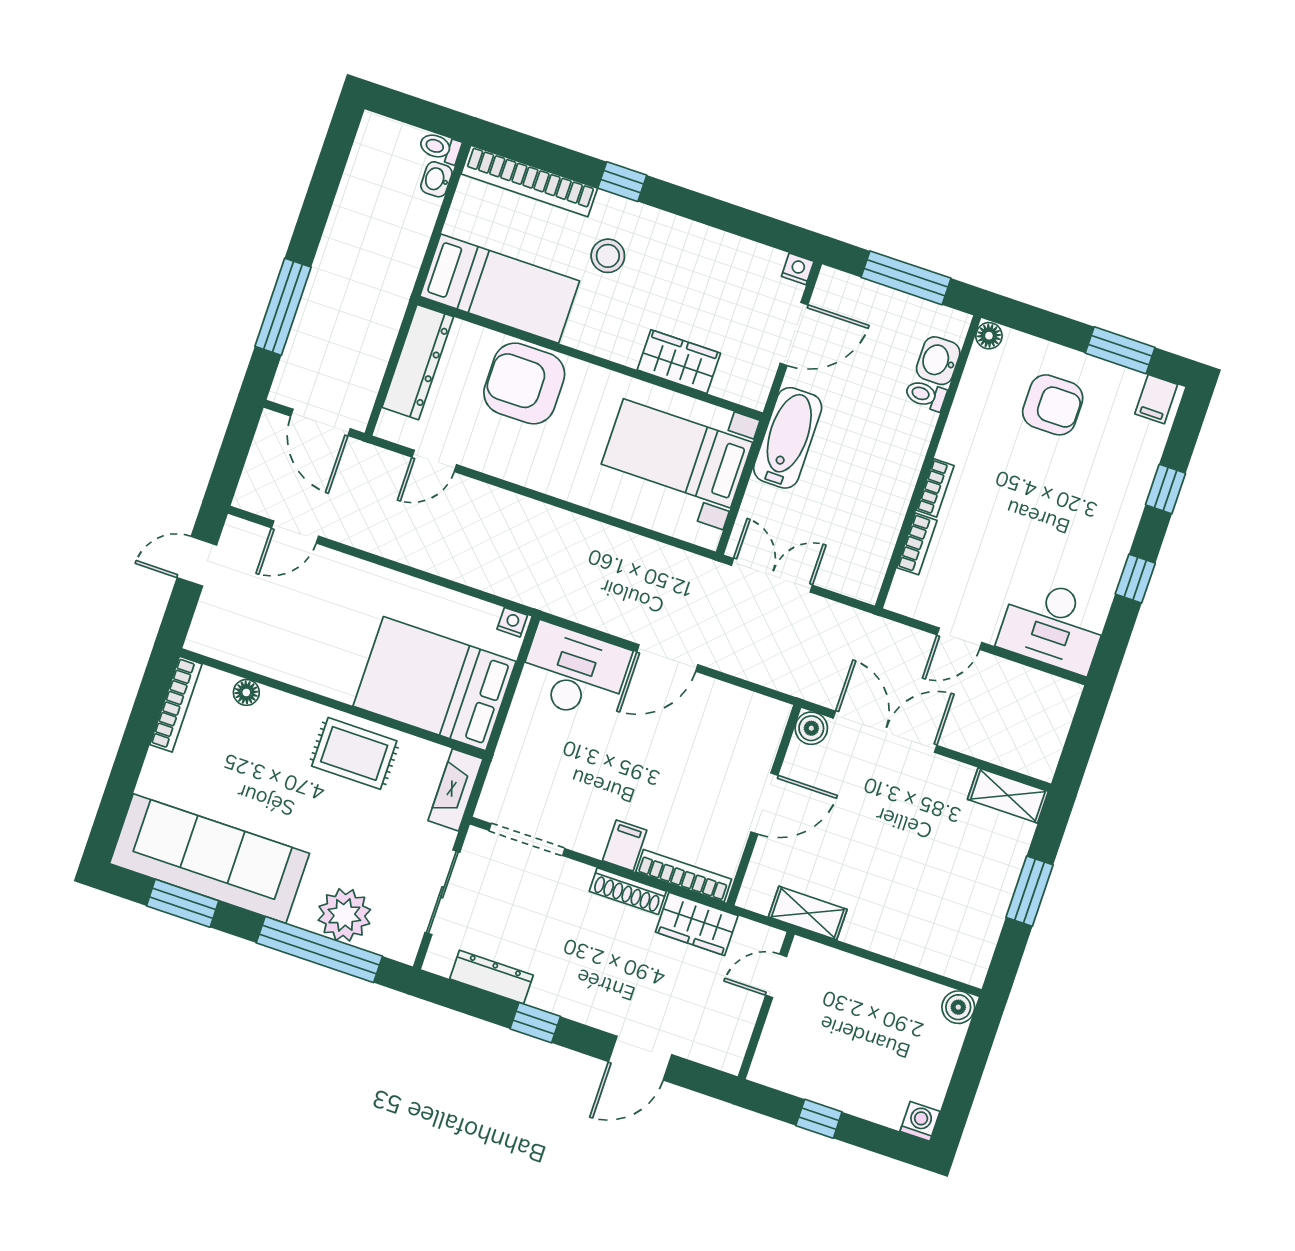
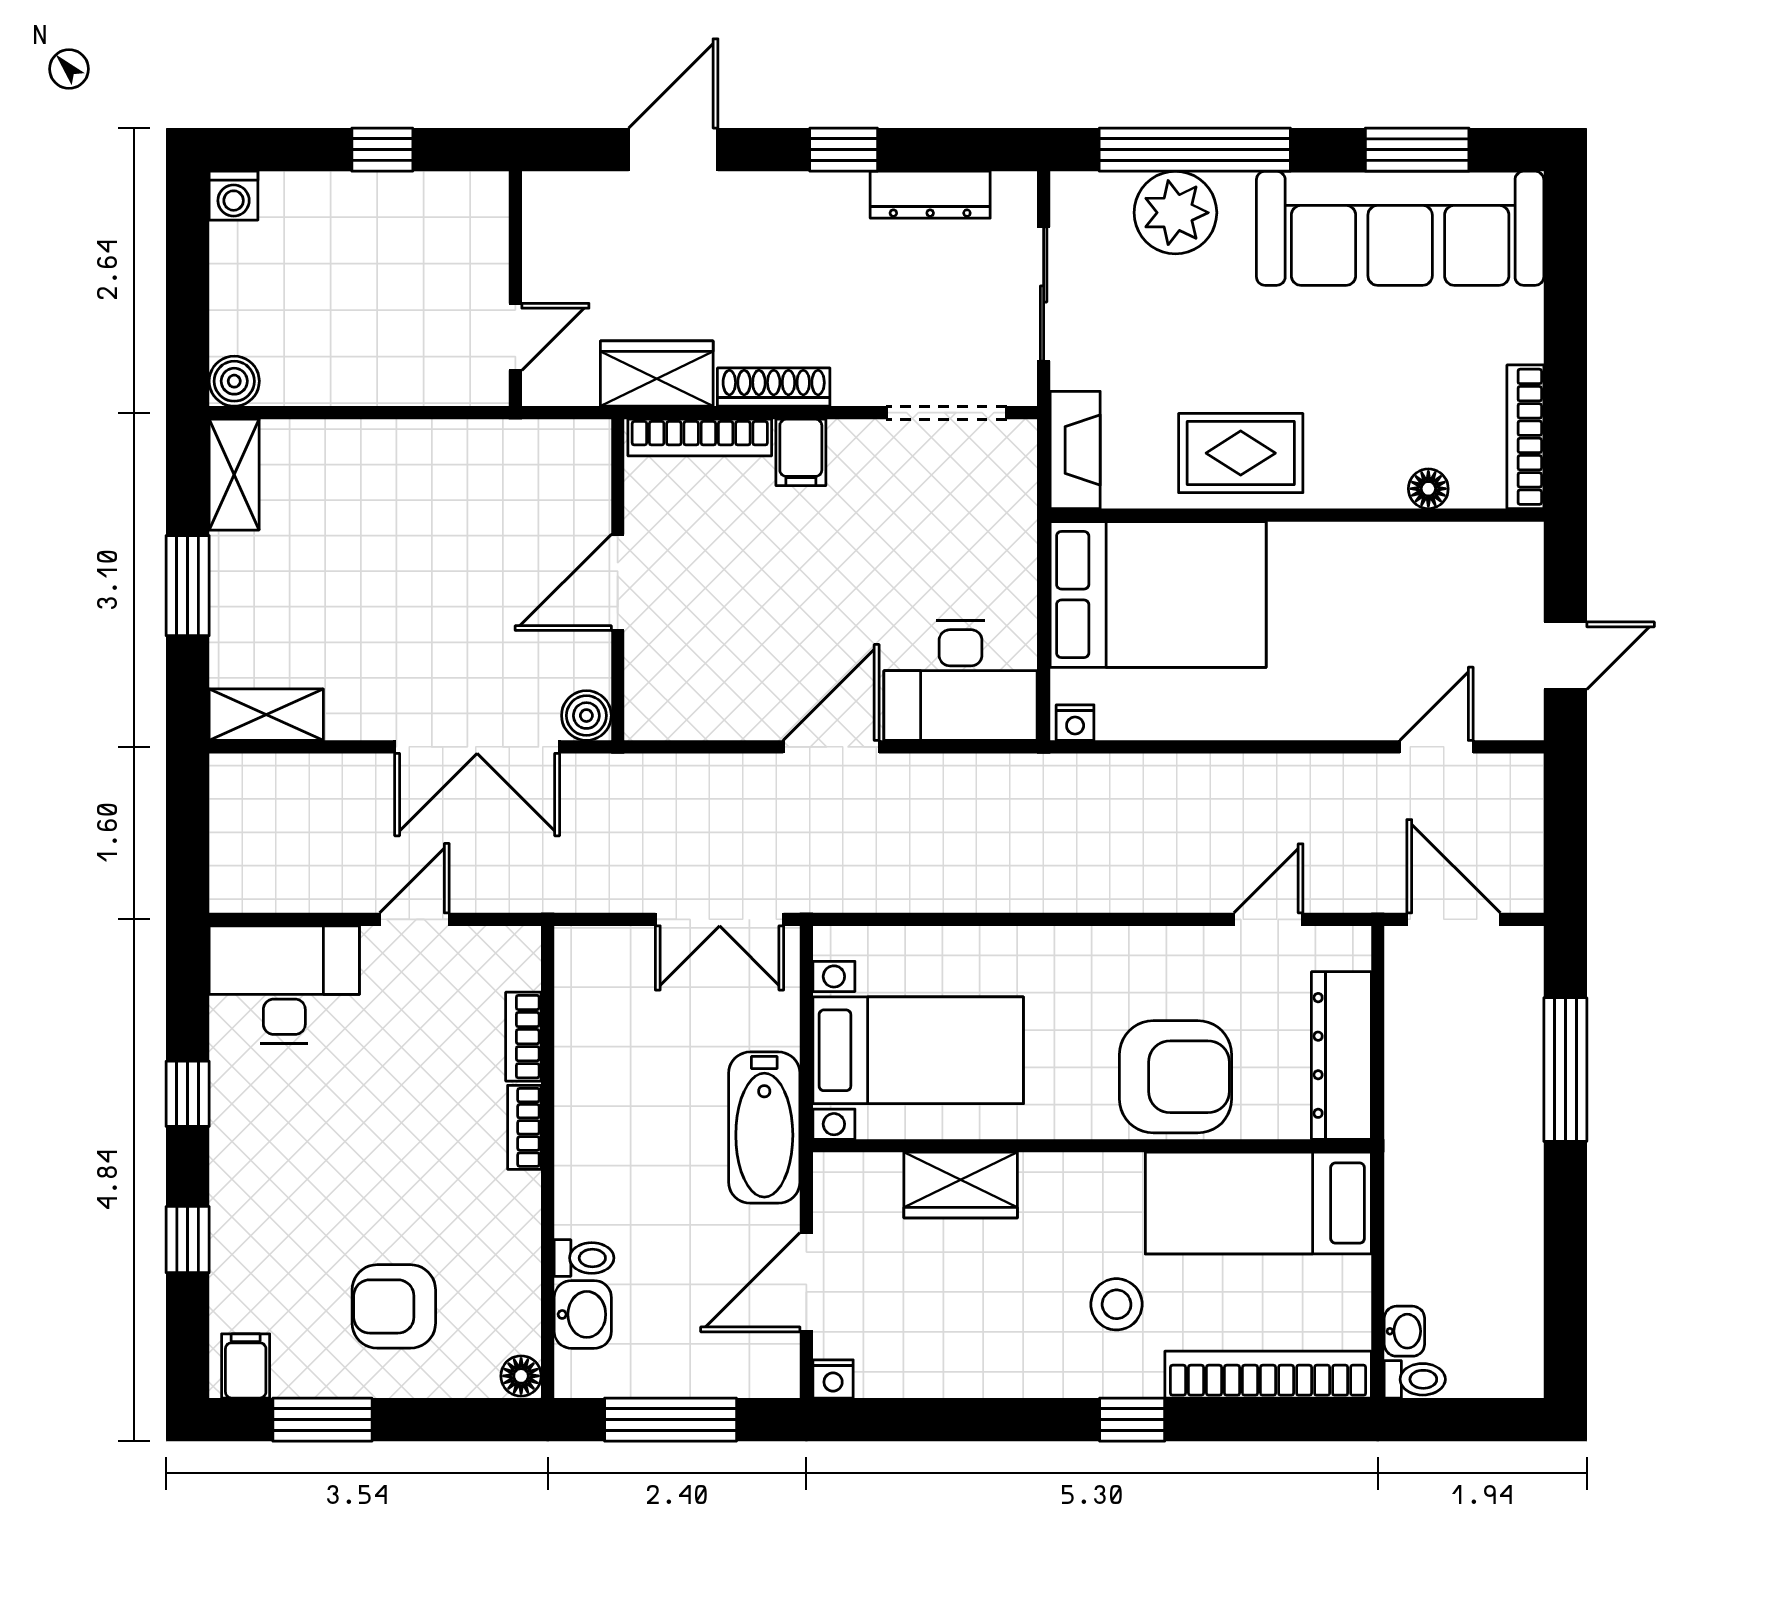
shelving: (808, 913) -> (234, 475), moved, turned 90

